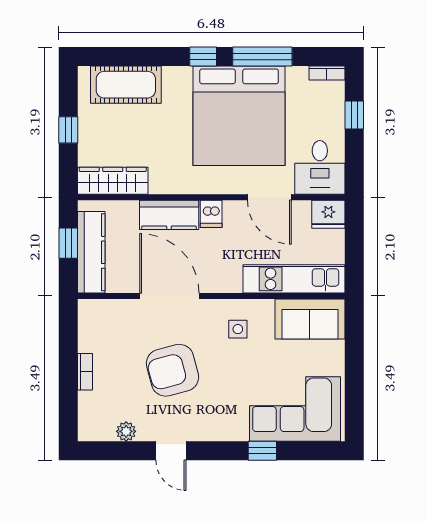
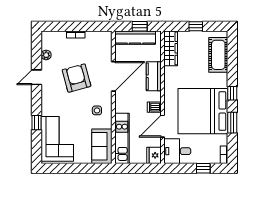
window: (262, 57) -> (232, 123), width x0.69
dishwasher: (211, 214) -> (154, 107), moved

